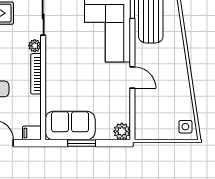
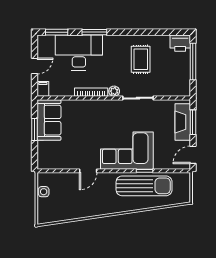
side table: (185, 127) -> (44, 192), moved
plant: (122, 131) -> (44, 162), removed

